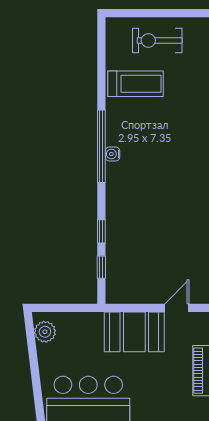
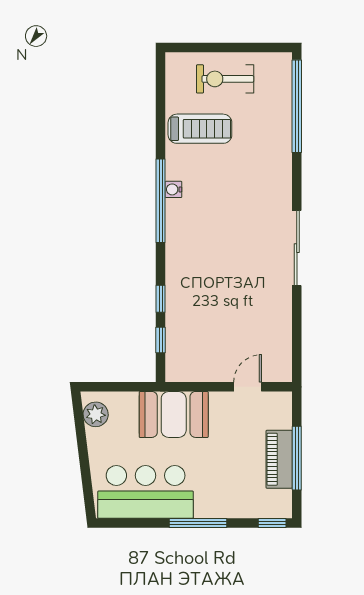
water cooler: (112, 154) -> (173, 189), moved
booth: (134, 332) -> (174, 414), moved

